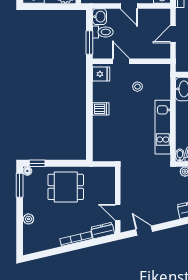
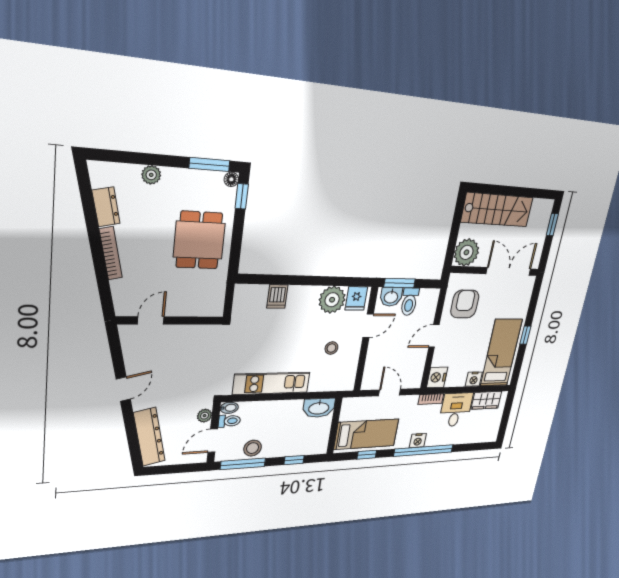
washbasin: (100, 17) -> (391, 297), moved
plant: (102, 92) -> (332, 300), added
dishwasher: (101, 109) -> (277, 296), moved
dresser: (103, 231) -> (106, 207), moved
door: (144, 231) -> (123, 389), moved

